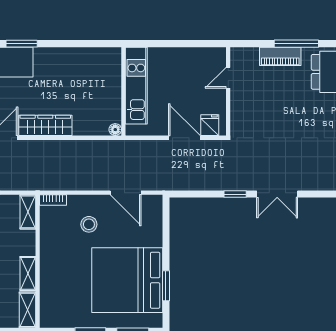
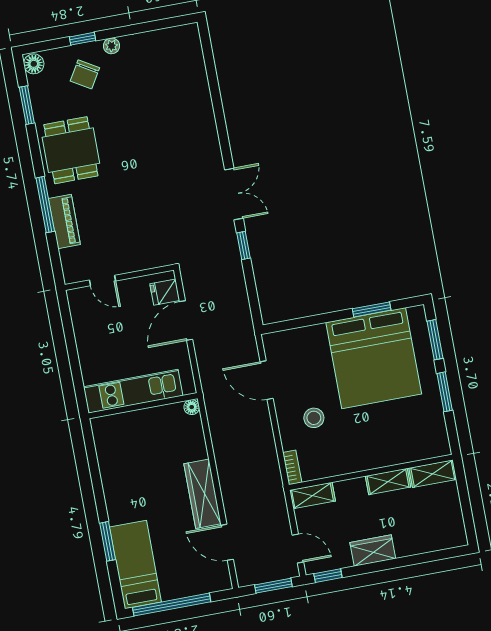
door: (126, 193) -> (267, 380), swing flipped

